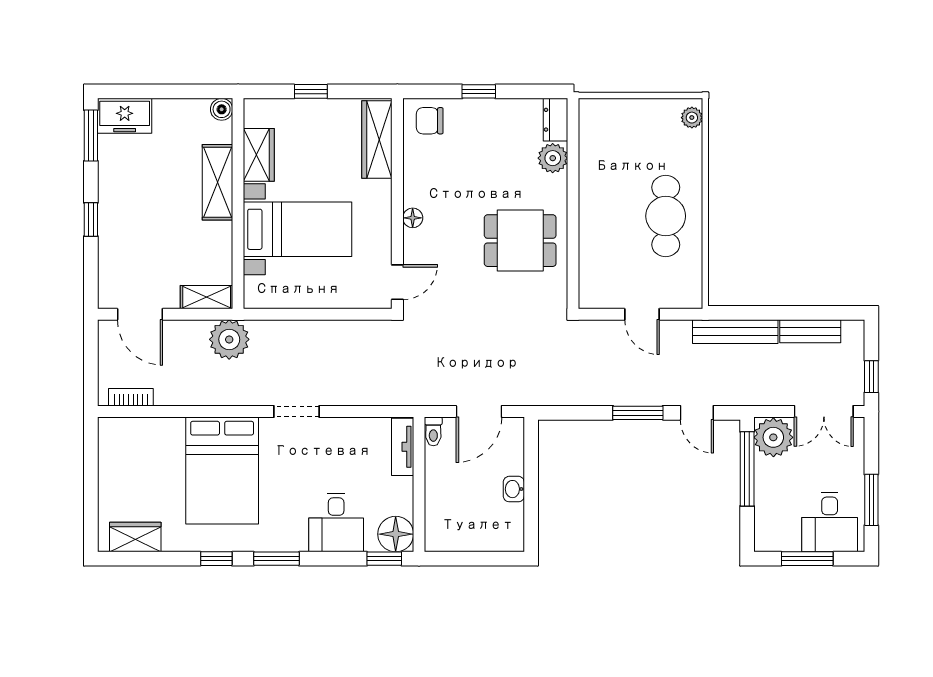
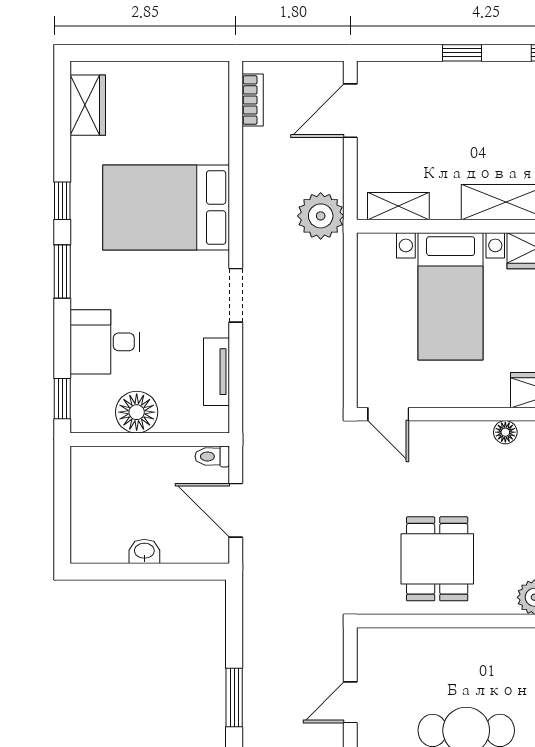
floor lamp: (413, 218) -> (505, 432), moved
shelving: (207, 297) -> (398, 206), moved, turned 90
tv unit: (403, 447) -> (216, 372), moved, turned -90
floor lamp: (396, 534) -> (137, 412), moved

